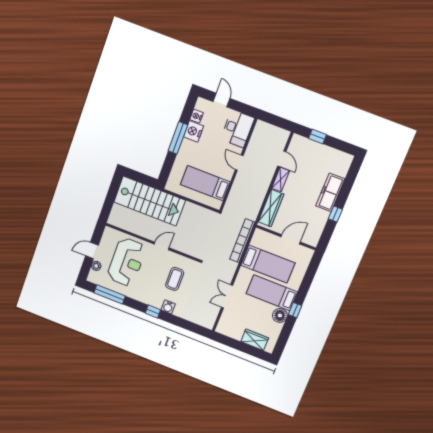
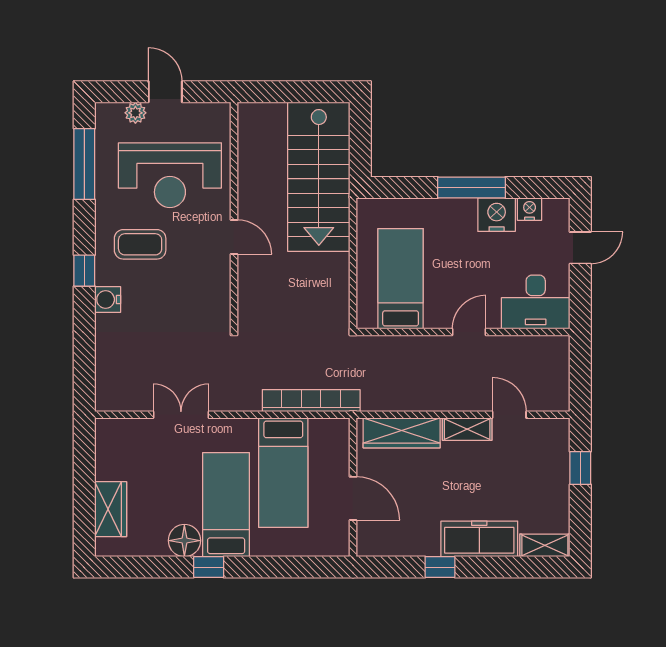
door: (282, 159) -> (509, 415), swing flipped
shelving: (345, 165) -> (545, 545), added
coffee table: (175, 279) -> (140, 244), moved

